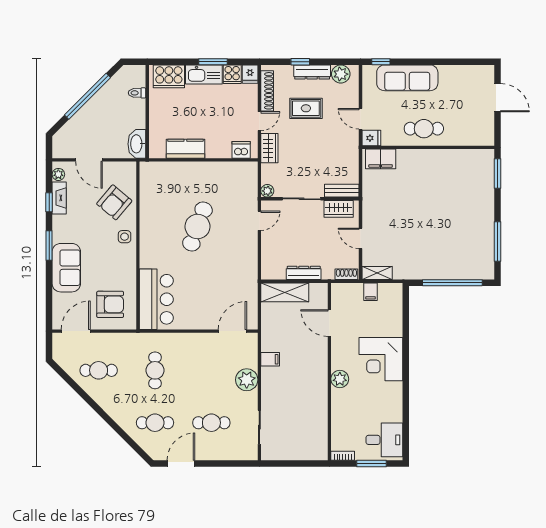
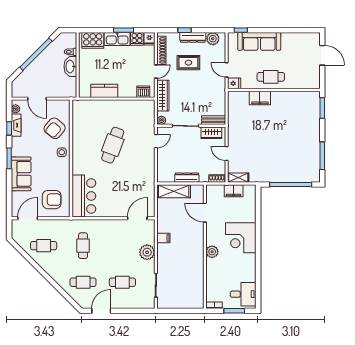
washbasin: (137, 144) -> (70, 66), moved
wardrobe: (269, 148) -> (163, 96), width x1.50
filing cabinet: (381, 159) -> (260, 98), moved
filing cabinet: (371, 292) -> (234, 191), width x2.00

